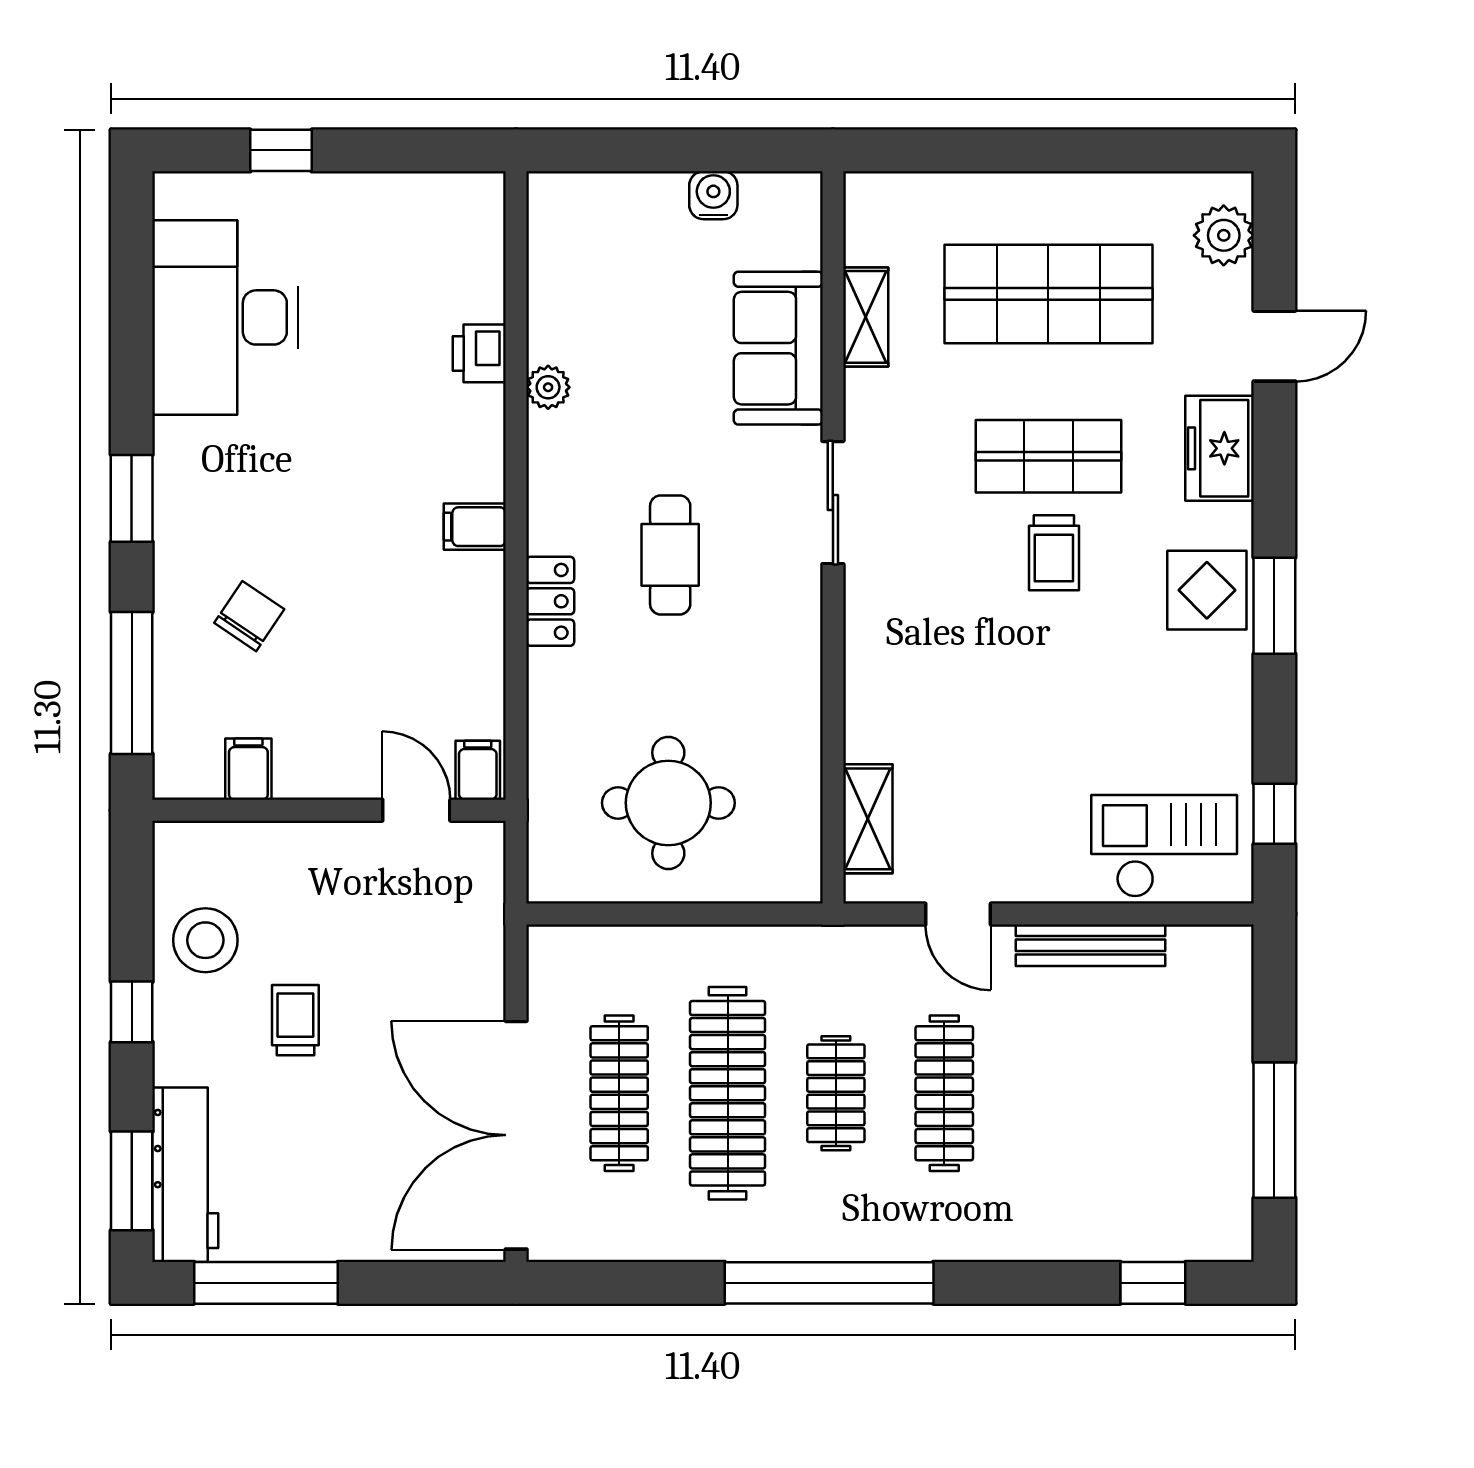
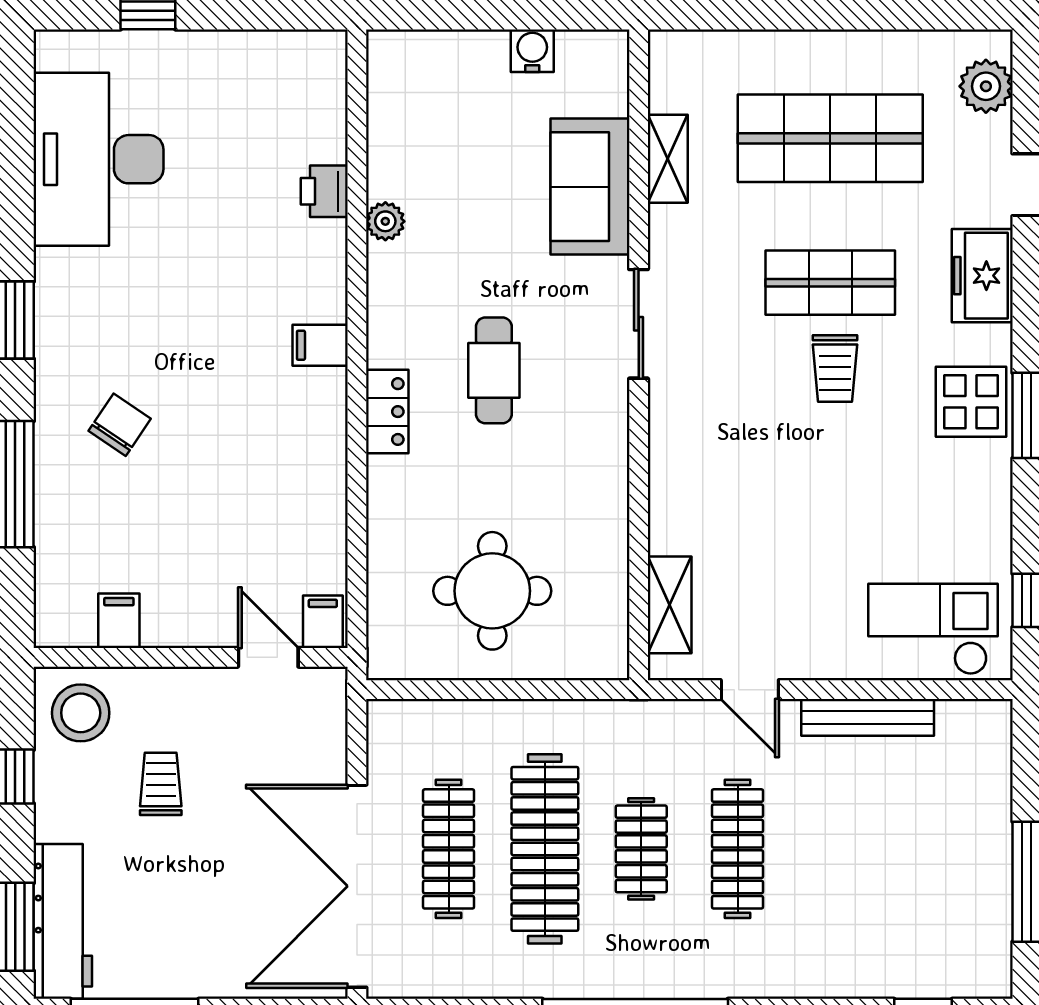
filing cabinet: (248, 769) -> (119, 621), moved
filing cabinet: (478, 770) -> (323, 622), moved
wall: (329, 810) -> (191, 657), moved
door: (416, 810) -> (268, 657), moved

